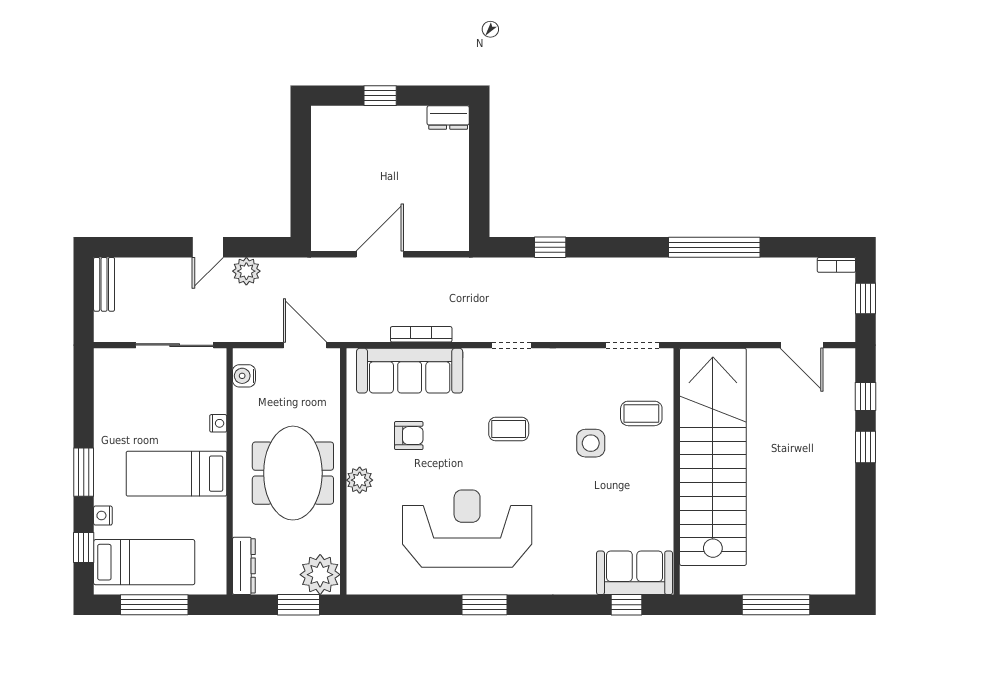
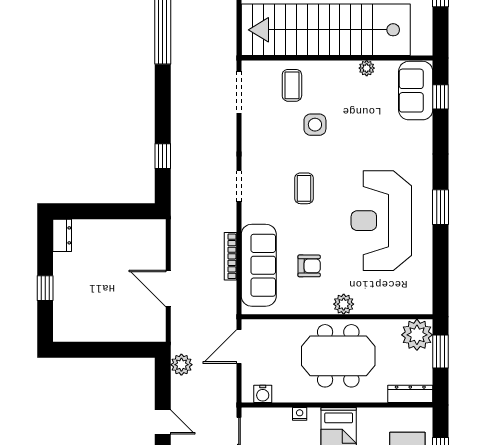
plant: (246, 271) -> (181, 365), moved
armchair: (409, 436) -> (309, 266), turned 90
plant: (663, 510) -> (367, 68), added

